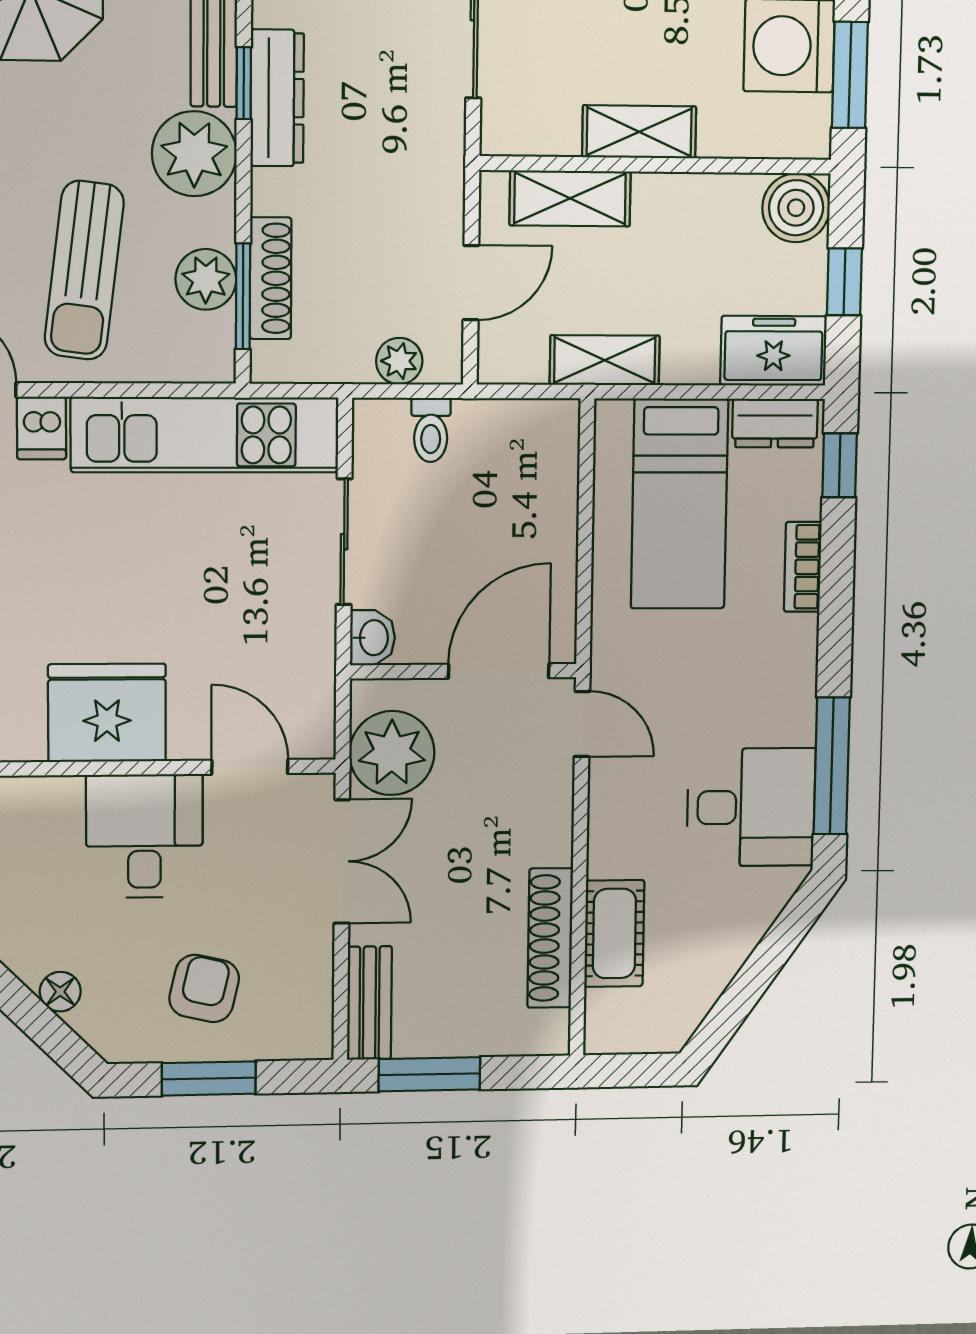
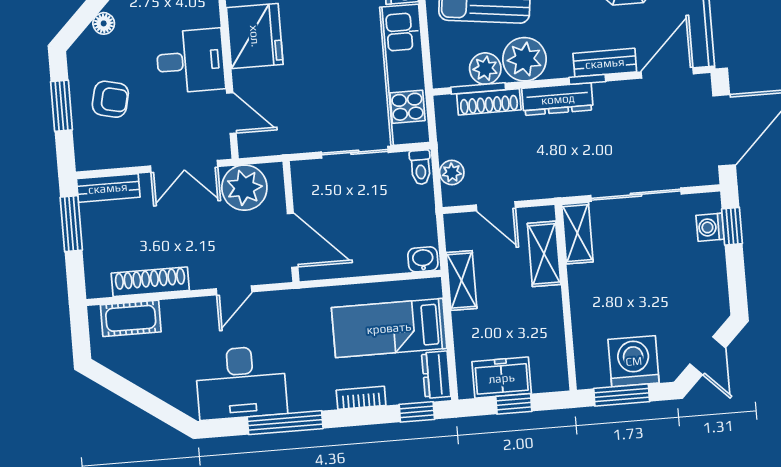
dresser: (277, 98) -> (558, 99), moved
shelving: (639, 132) -> (577, 233), moved
plant: (194, 154) -> (524, 59), moved
boiler: (796, 208) -> (550, 374), removed
freezer: (774, 351) -> (502, 378), moved, turned -90
toilet: (431, 430) -> (420, 167), moved, turned -90
washbasin: (373, 638) -> (423, 259), moved, turned 180
door: (582, 724) -> (234, 290), moved
window: (832, 766) -> (285, 423), moved
door: (250, 767) -> (231, 113), hinge flipped
desk: (751, 807) -> (241, 383), width x1.37
cot: (614, 933) -> (131, 318), moved

